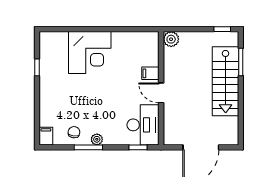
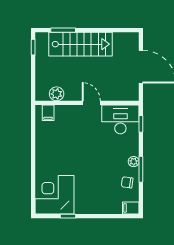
plant: (171, 39) -> (57, 94), moved
corner desk: (90, 53) -> (54, 195), moved, turned -90
filing cabinet: (150, 73) -> (48, 113), moved
door: (161, 93) -> (91, 103), swing flipped

